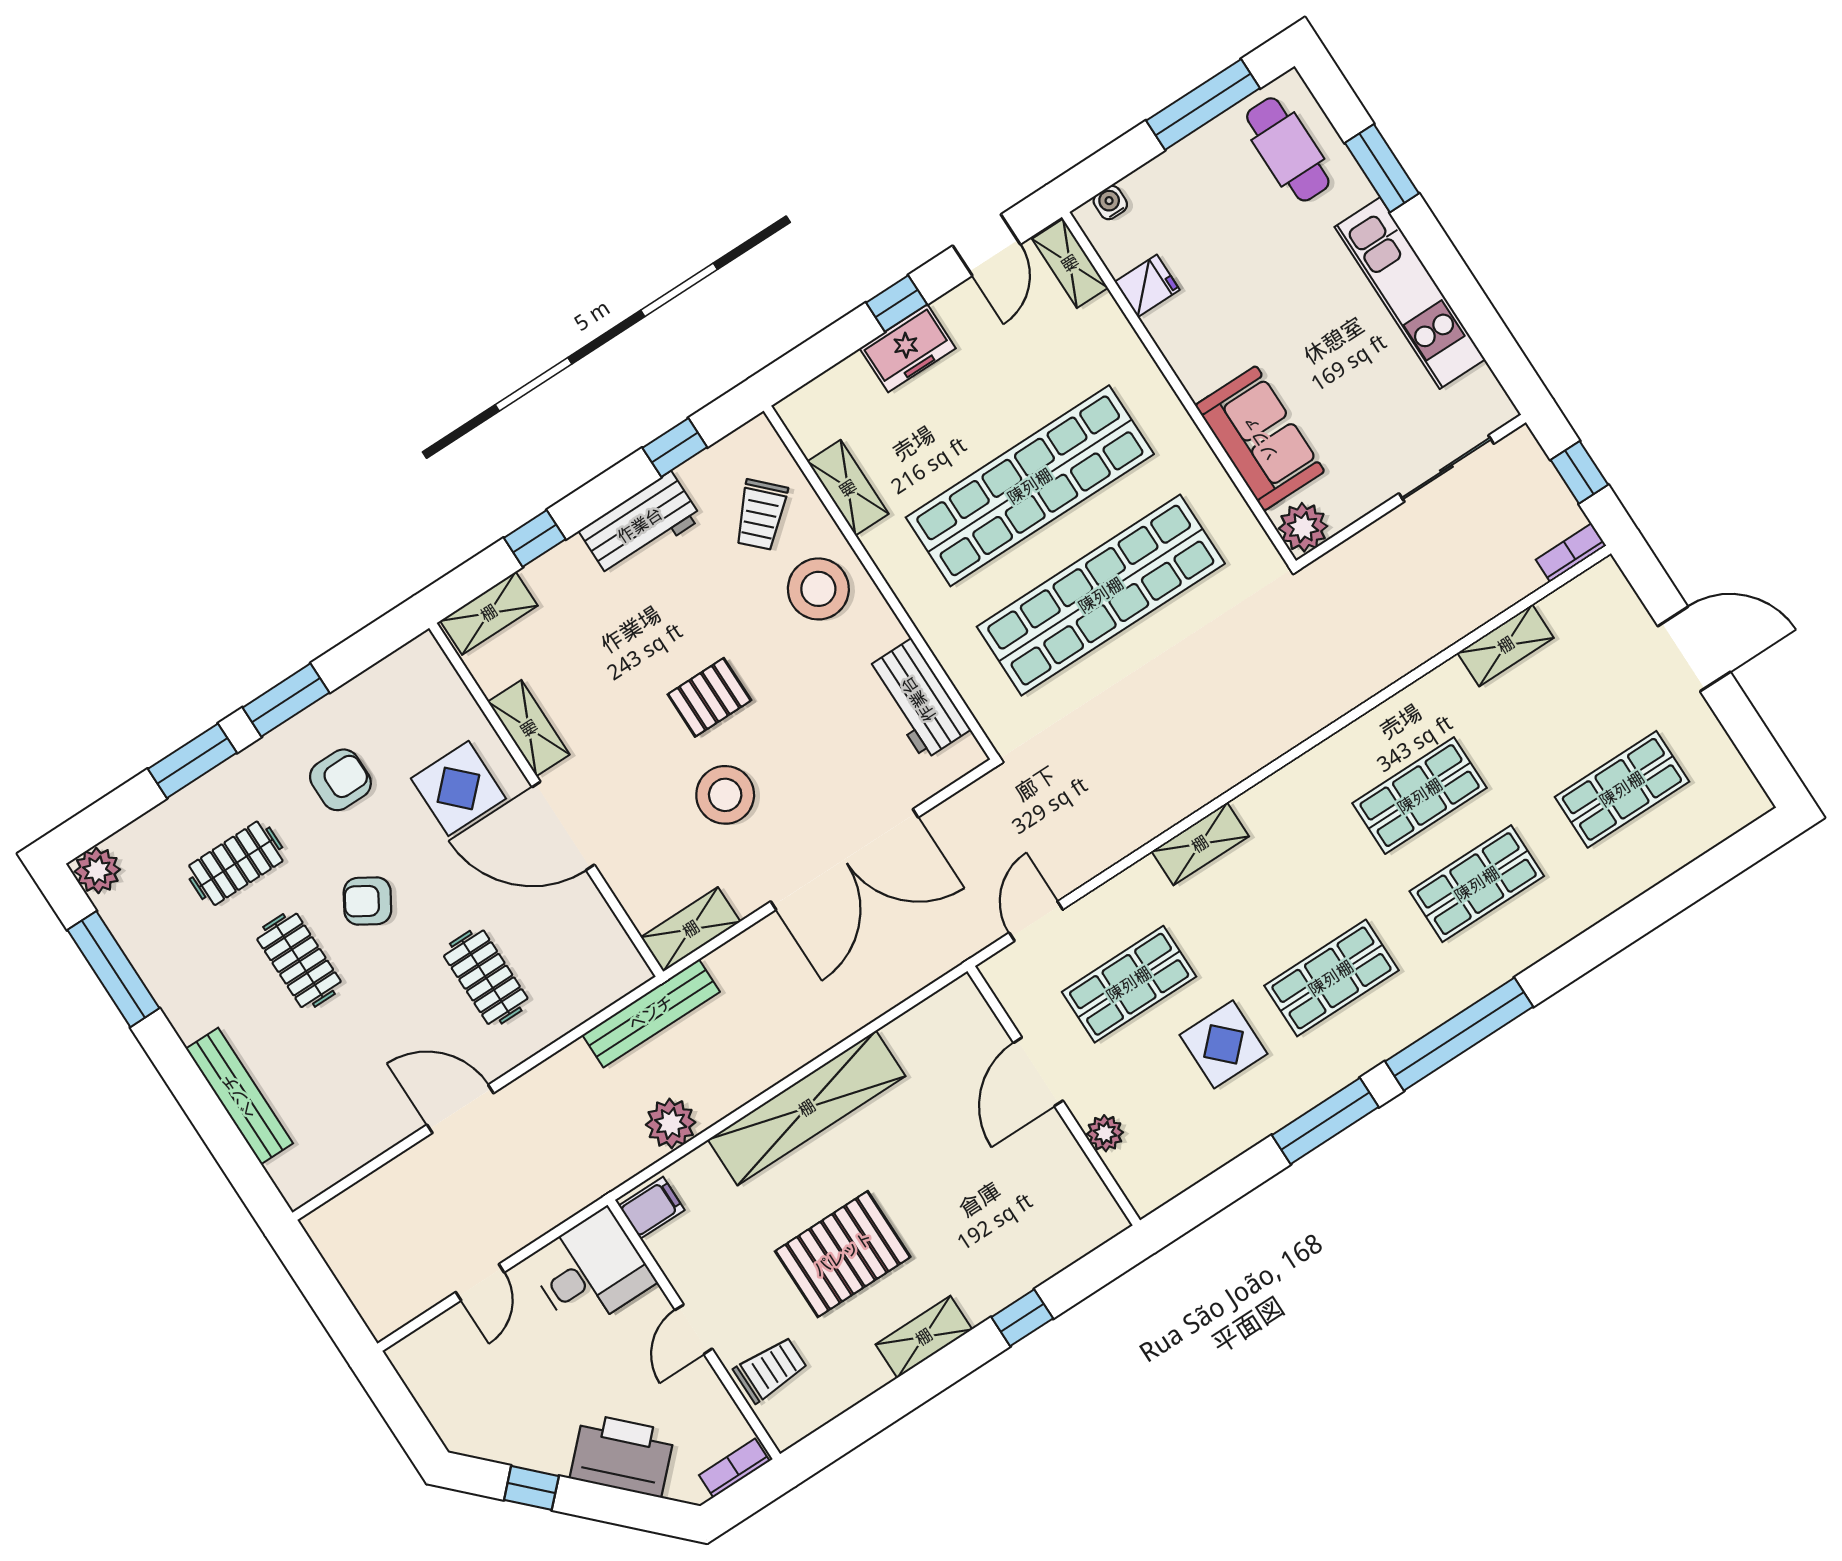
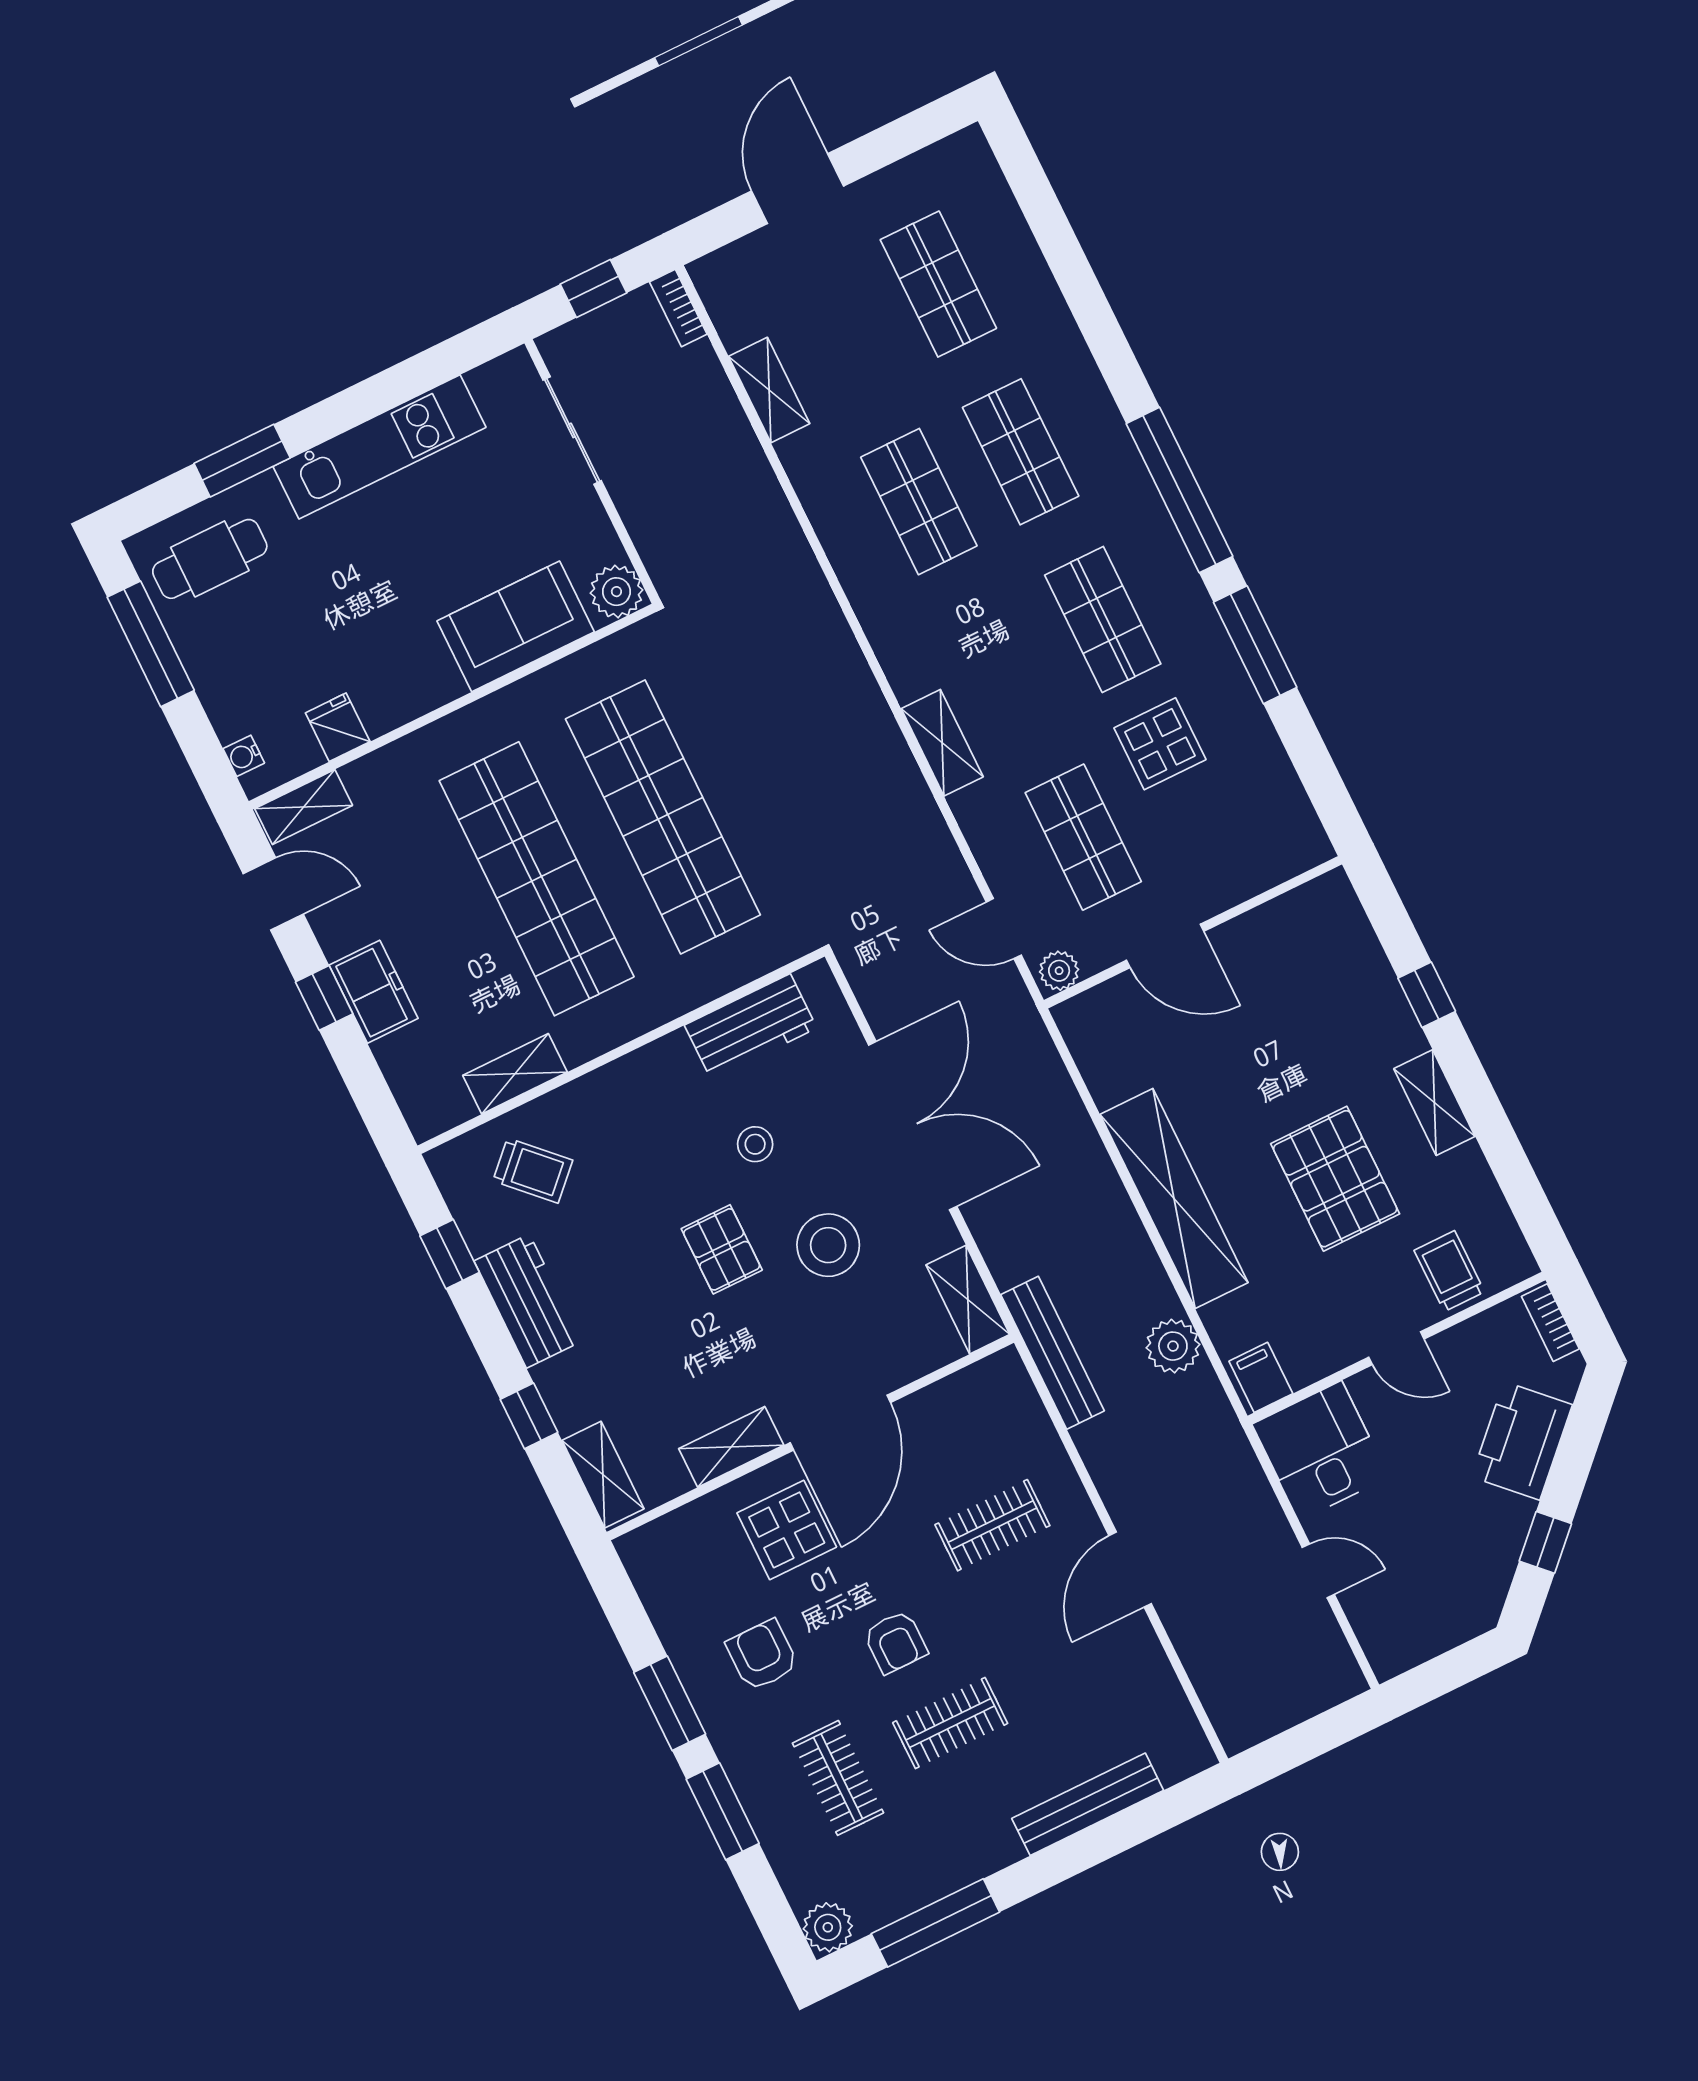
stool: (818, 589) -> (755, 1144), moved, width x0.53, depth x0.53
armchair: (367, 901) -> (895, 1642), turned -31
plant: (1105, 1133) -> (1059, 971), moved

